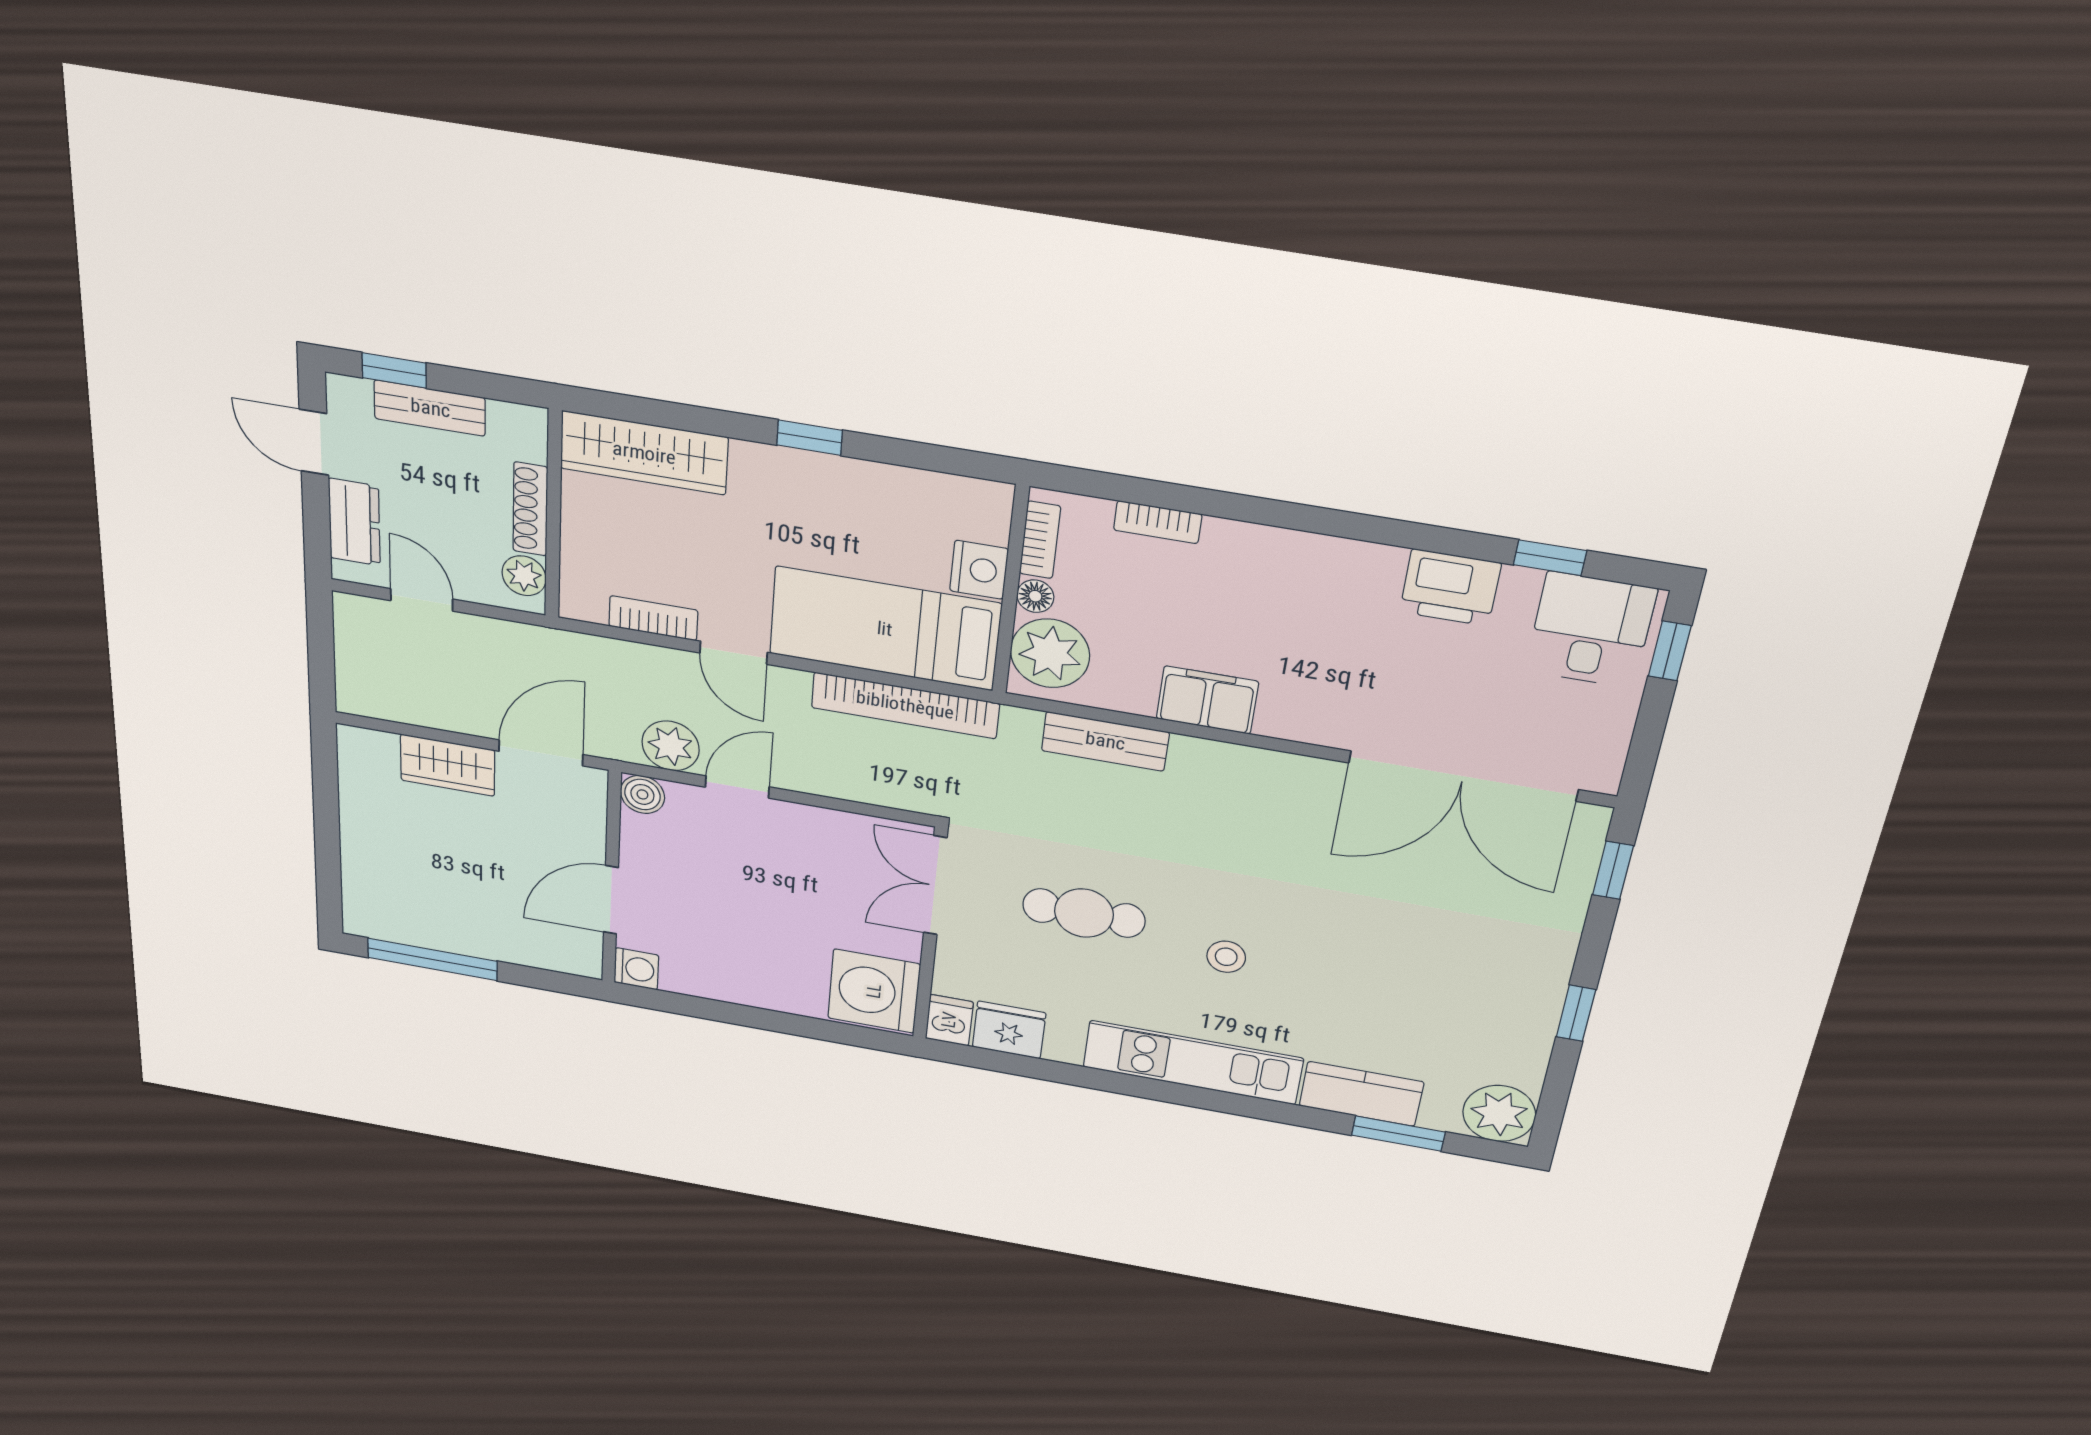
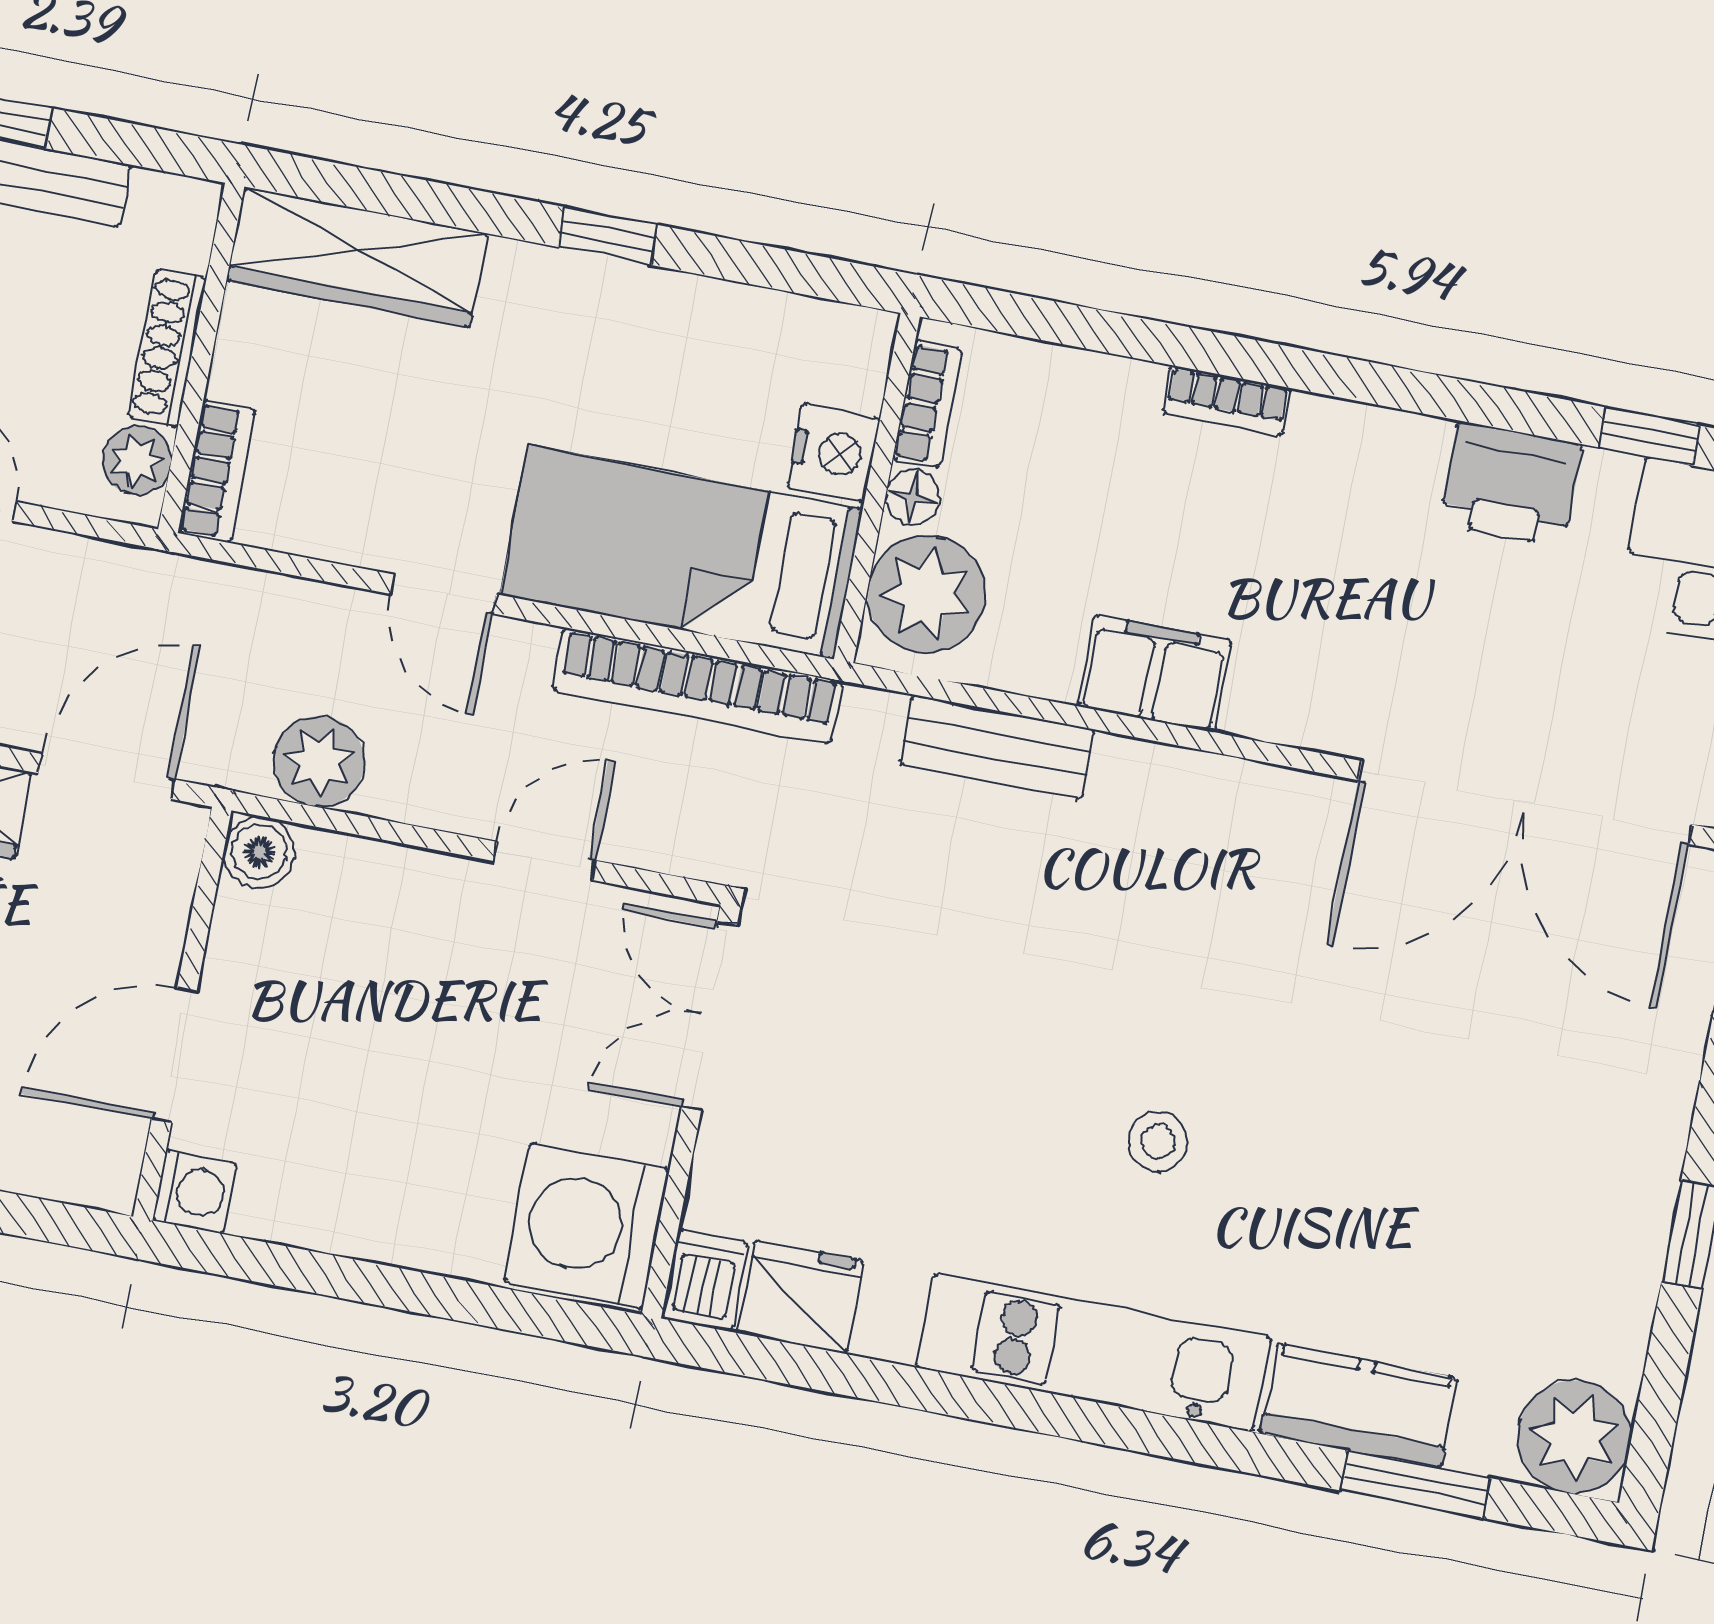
bookcase: (1158, 522) -> (1227, 401), moved
bookcase: (653, 618) -> (217, 472), moved, turned 90
door: (737, 787) -> (545, 861), moved
cafe table: (1084, 913) -> (940, 1063), removed

